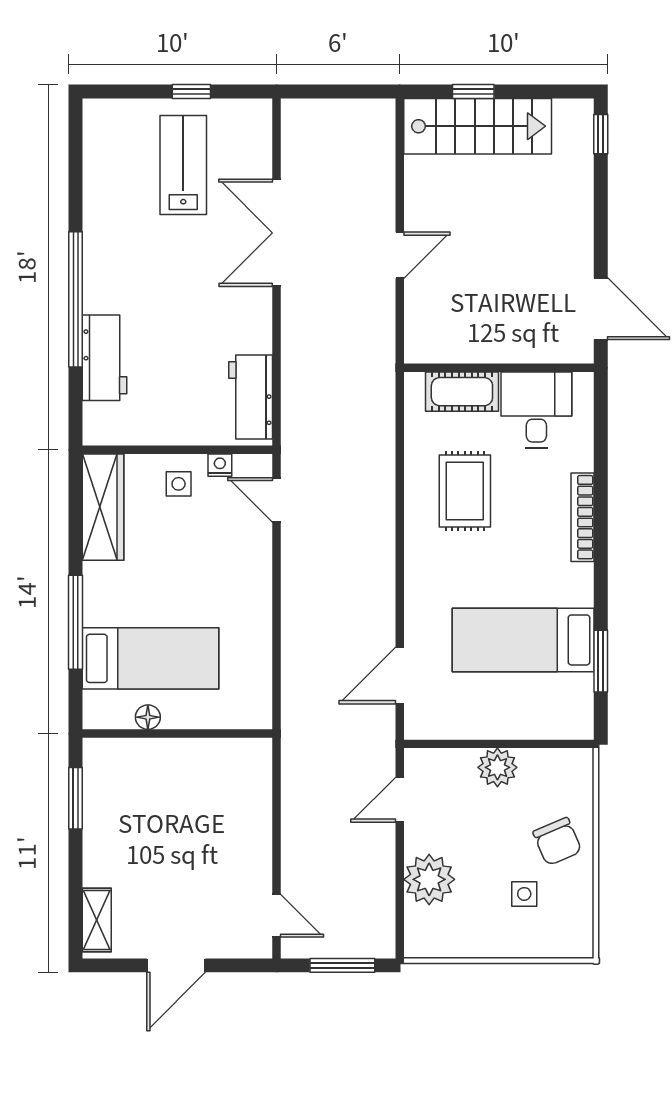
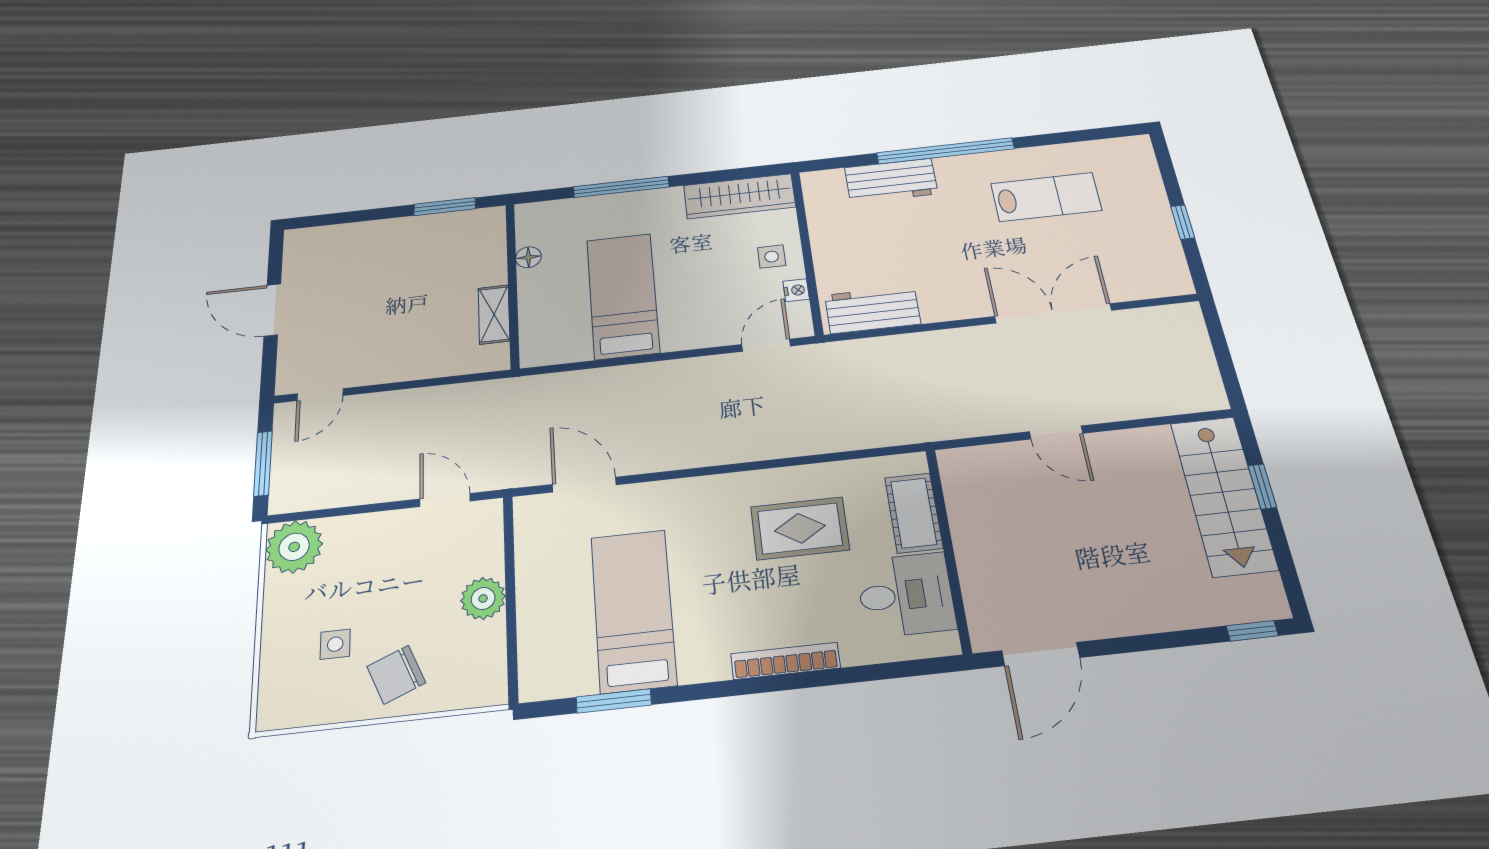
lab bench: (183, 165) -> (1046, 197), moved
bed: (151, 658) -> (623, 296), moved, turned 180
plant: (429, 879) -> (294, 547), moved
shelving: (97, 920) -> (494, 314), moved, turned 90

